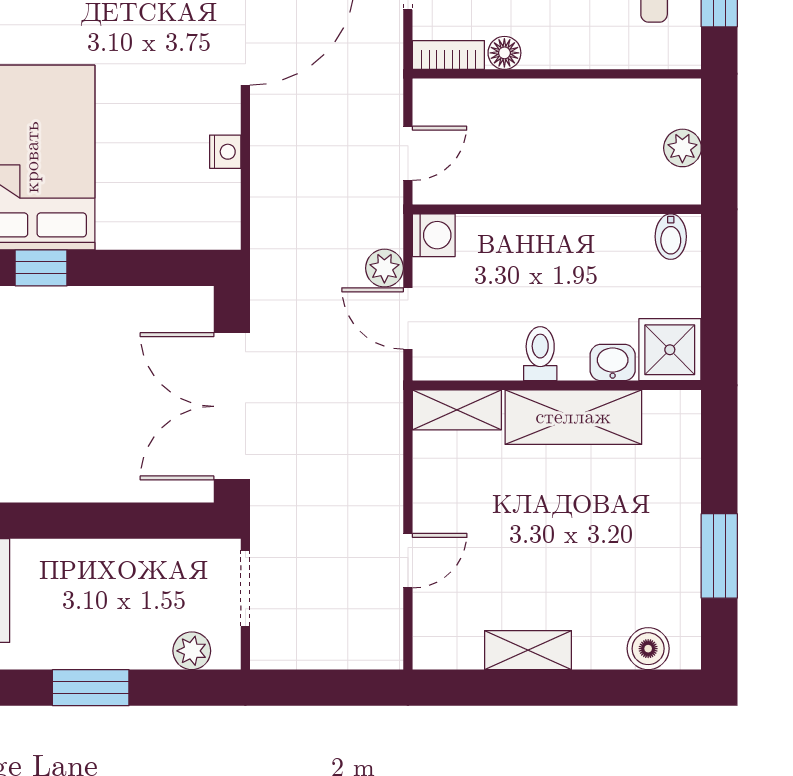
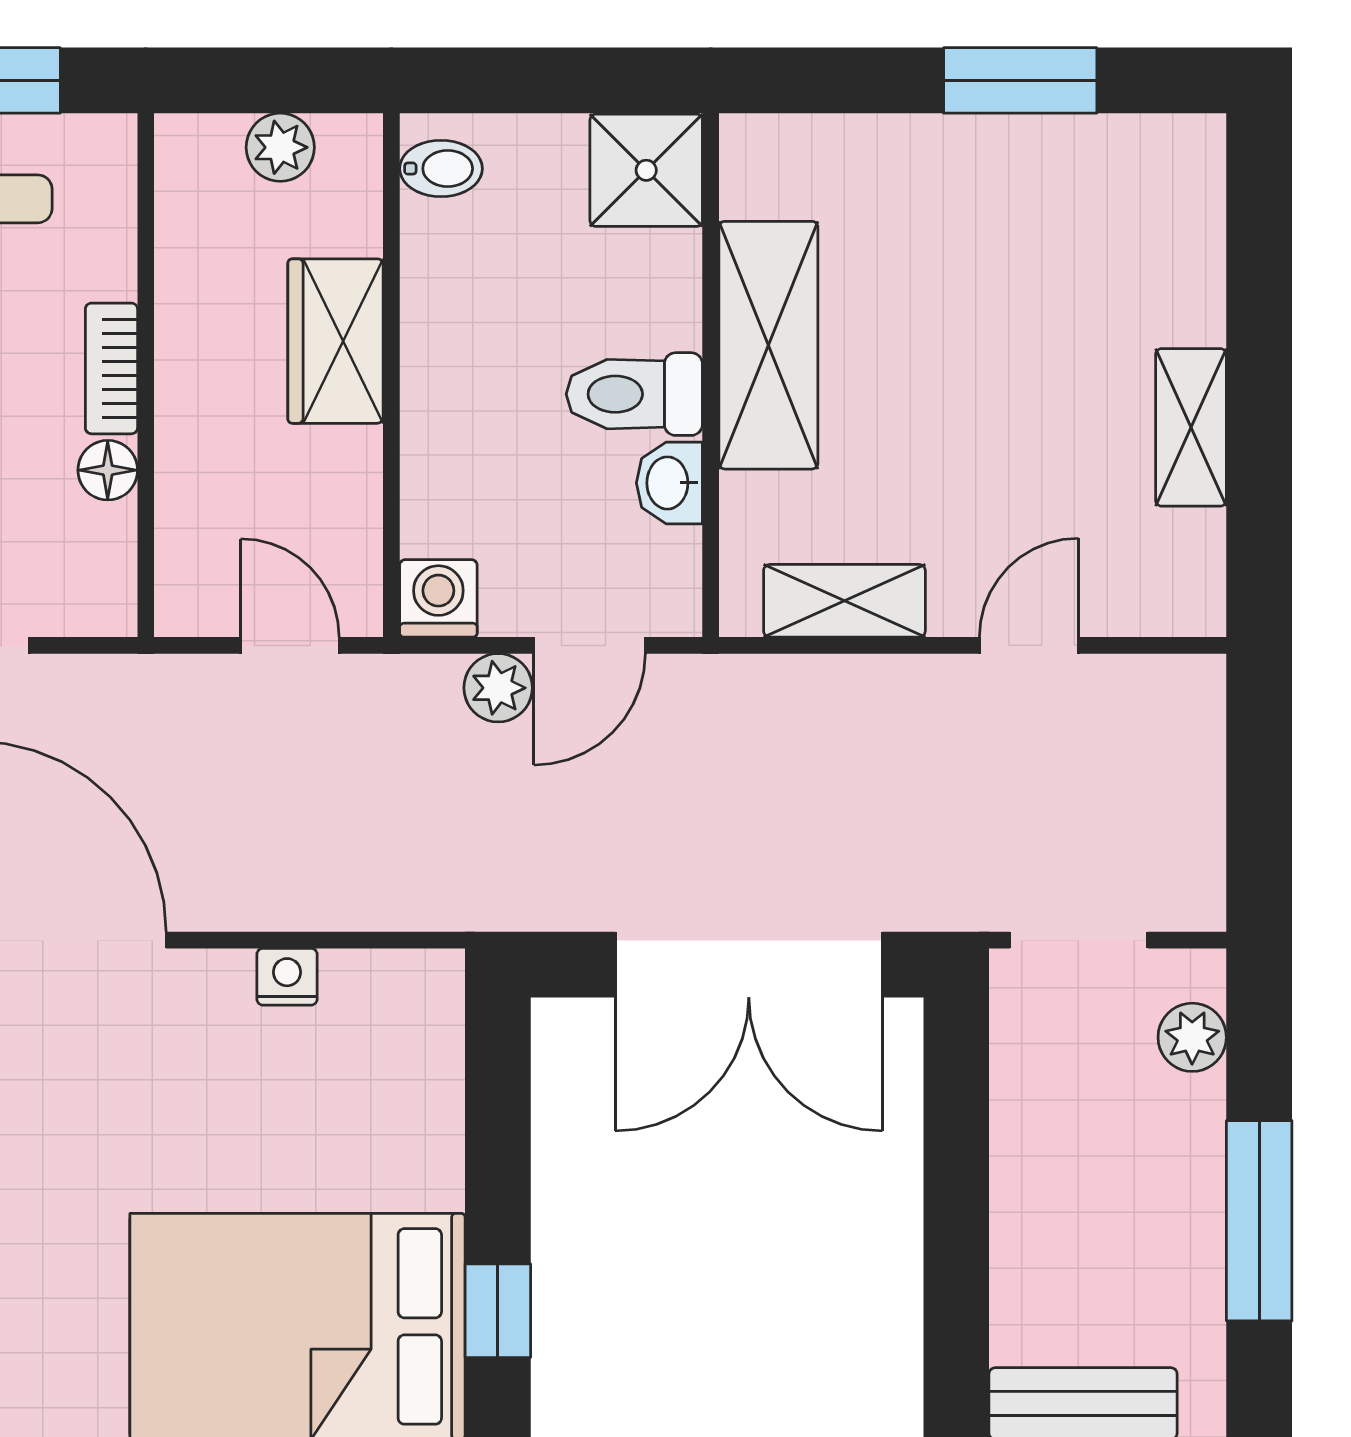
bookcase: (448, 55) -> (111, 368), moved
wardrobe: (576, 178) -> (335, 341), added
toilet: (540, 354) -> (634, 394), width x1.37, depth x1.39
washbasin: (613, 363) -> (669, 483), moved
shelving: (457, 410) -> (844, 601), moved, turned 90
door: (408, 561) -> (1029, 645), hinge flipped
boiler: (648, 649) -> (1188, 210), removed
window: (91, 688) -> (1259, 1221), width x1.44

